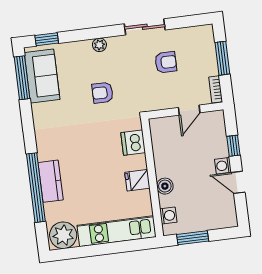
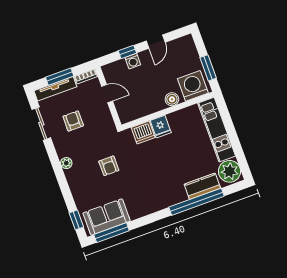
sliding door: (145, 27) -> (41, 124), moved
plant: (99, 45) -> (66, 163), moved
tv unit: (209, 50) -> (55, 89), added
washing machine: (223, 166) -> (133, 61), moved
fridge: (137, 180) -> (161, 127), moved
kitchen counter: (51, 181) -> (202, 186), moved
washing machine: (168, 216) -> (193, 86), width x1.89, depth x1.89

